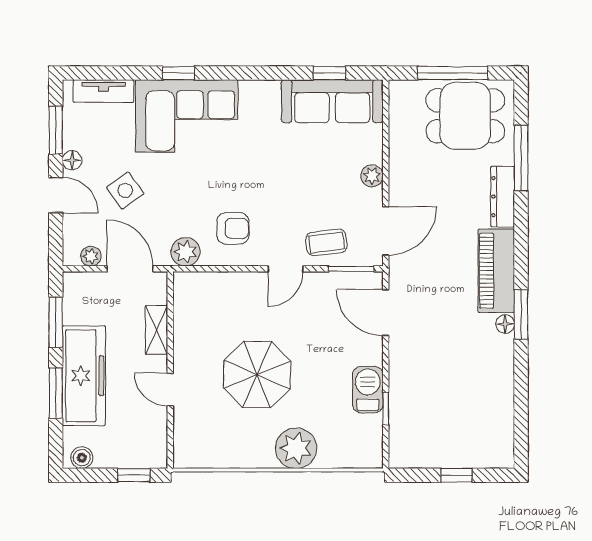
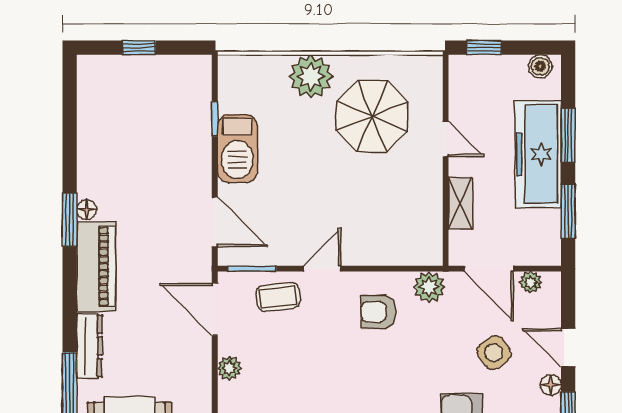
door: (386, 231) -> (215, 309), hinge flipped
parasol: (257, 375) -> (372, 116), moved
barbecue: (368, 390) -> (237, 149), width x1.37, depth x1.21

